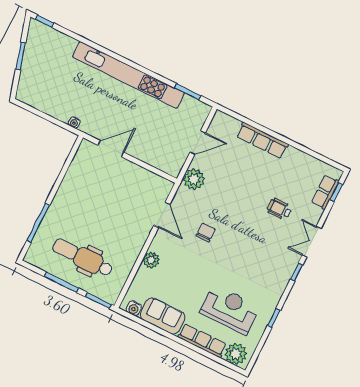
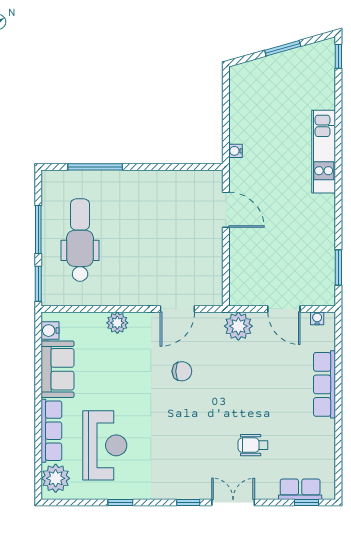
kitchen unit: (128, 75) -> (324, 152), width x0.54
water cooler: (215, 123) -> (317, 318), added
wheelchair: (279, 209) -> (253, 445), turned -90

